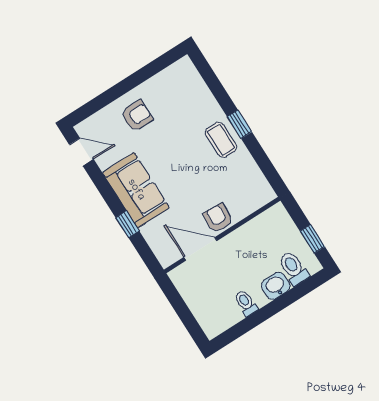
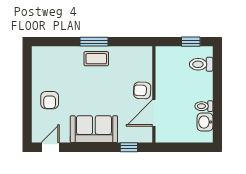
armchair: (137, 116) -> (50, 100), turned 180
window: (239, 124) -> (94, 42), width x1.50
window: (127, 224) -> (129, 147), moved
washbasin: (276, 286) -> (205, 122), moved

